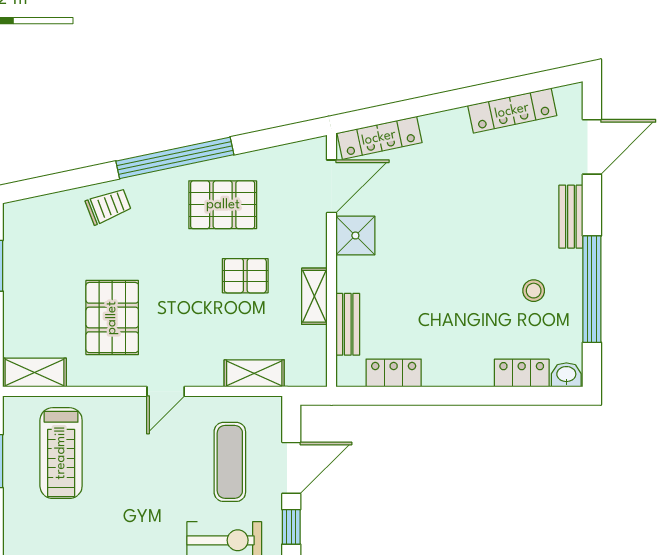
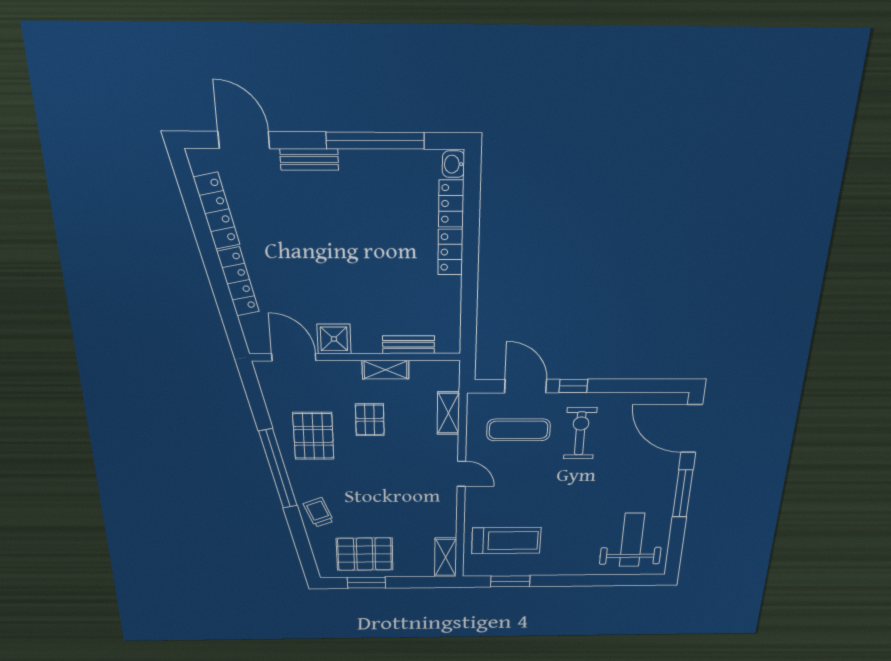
locker: (379, 138) -> (238, 282), moved
stool: (534, 291) -> (378, 193), removed
pallet: (112, 318) -> (365, 554), moved
locker: (394, 373) -> (450, 252), moved

